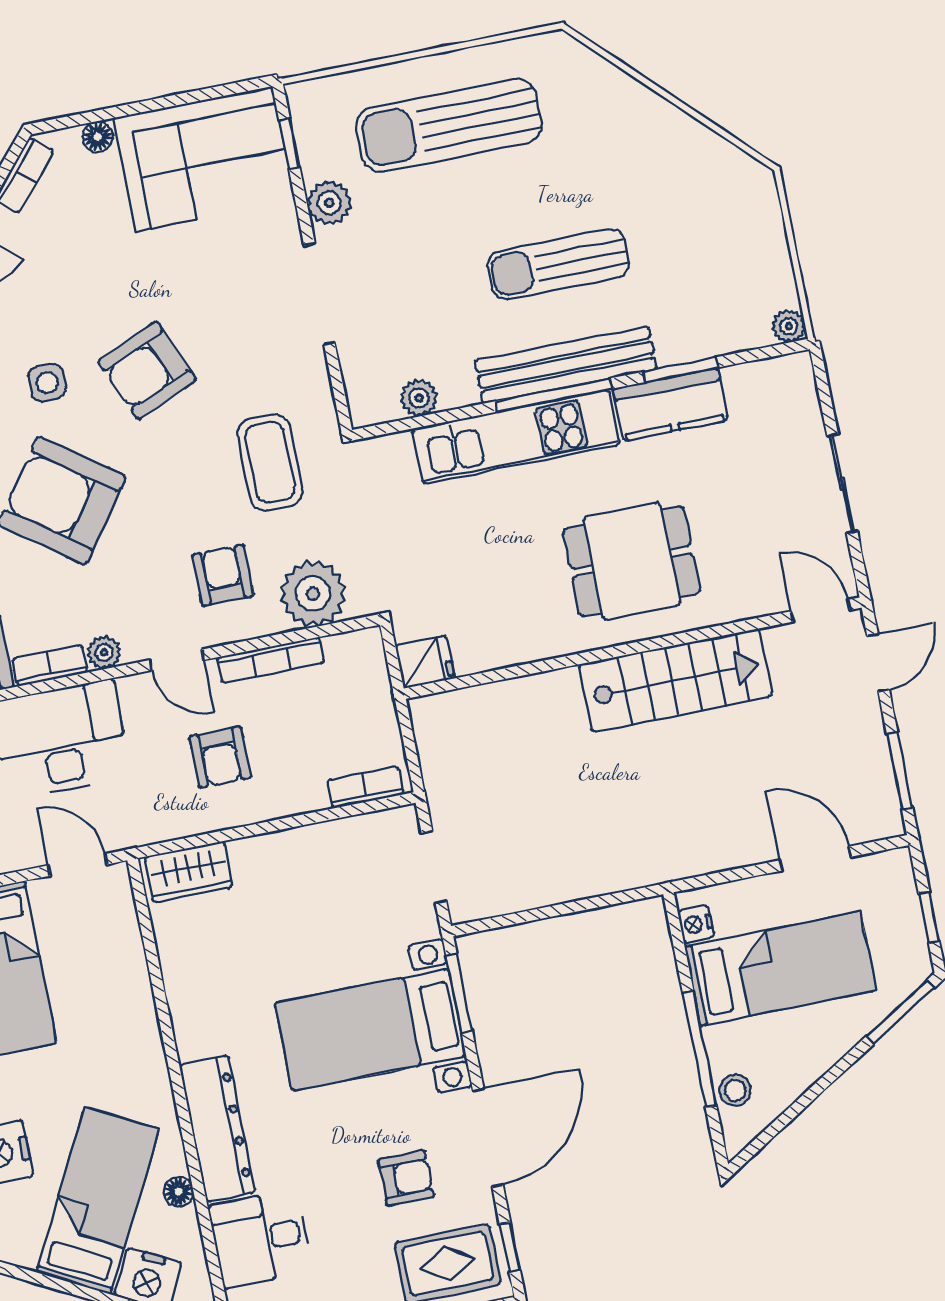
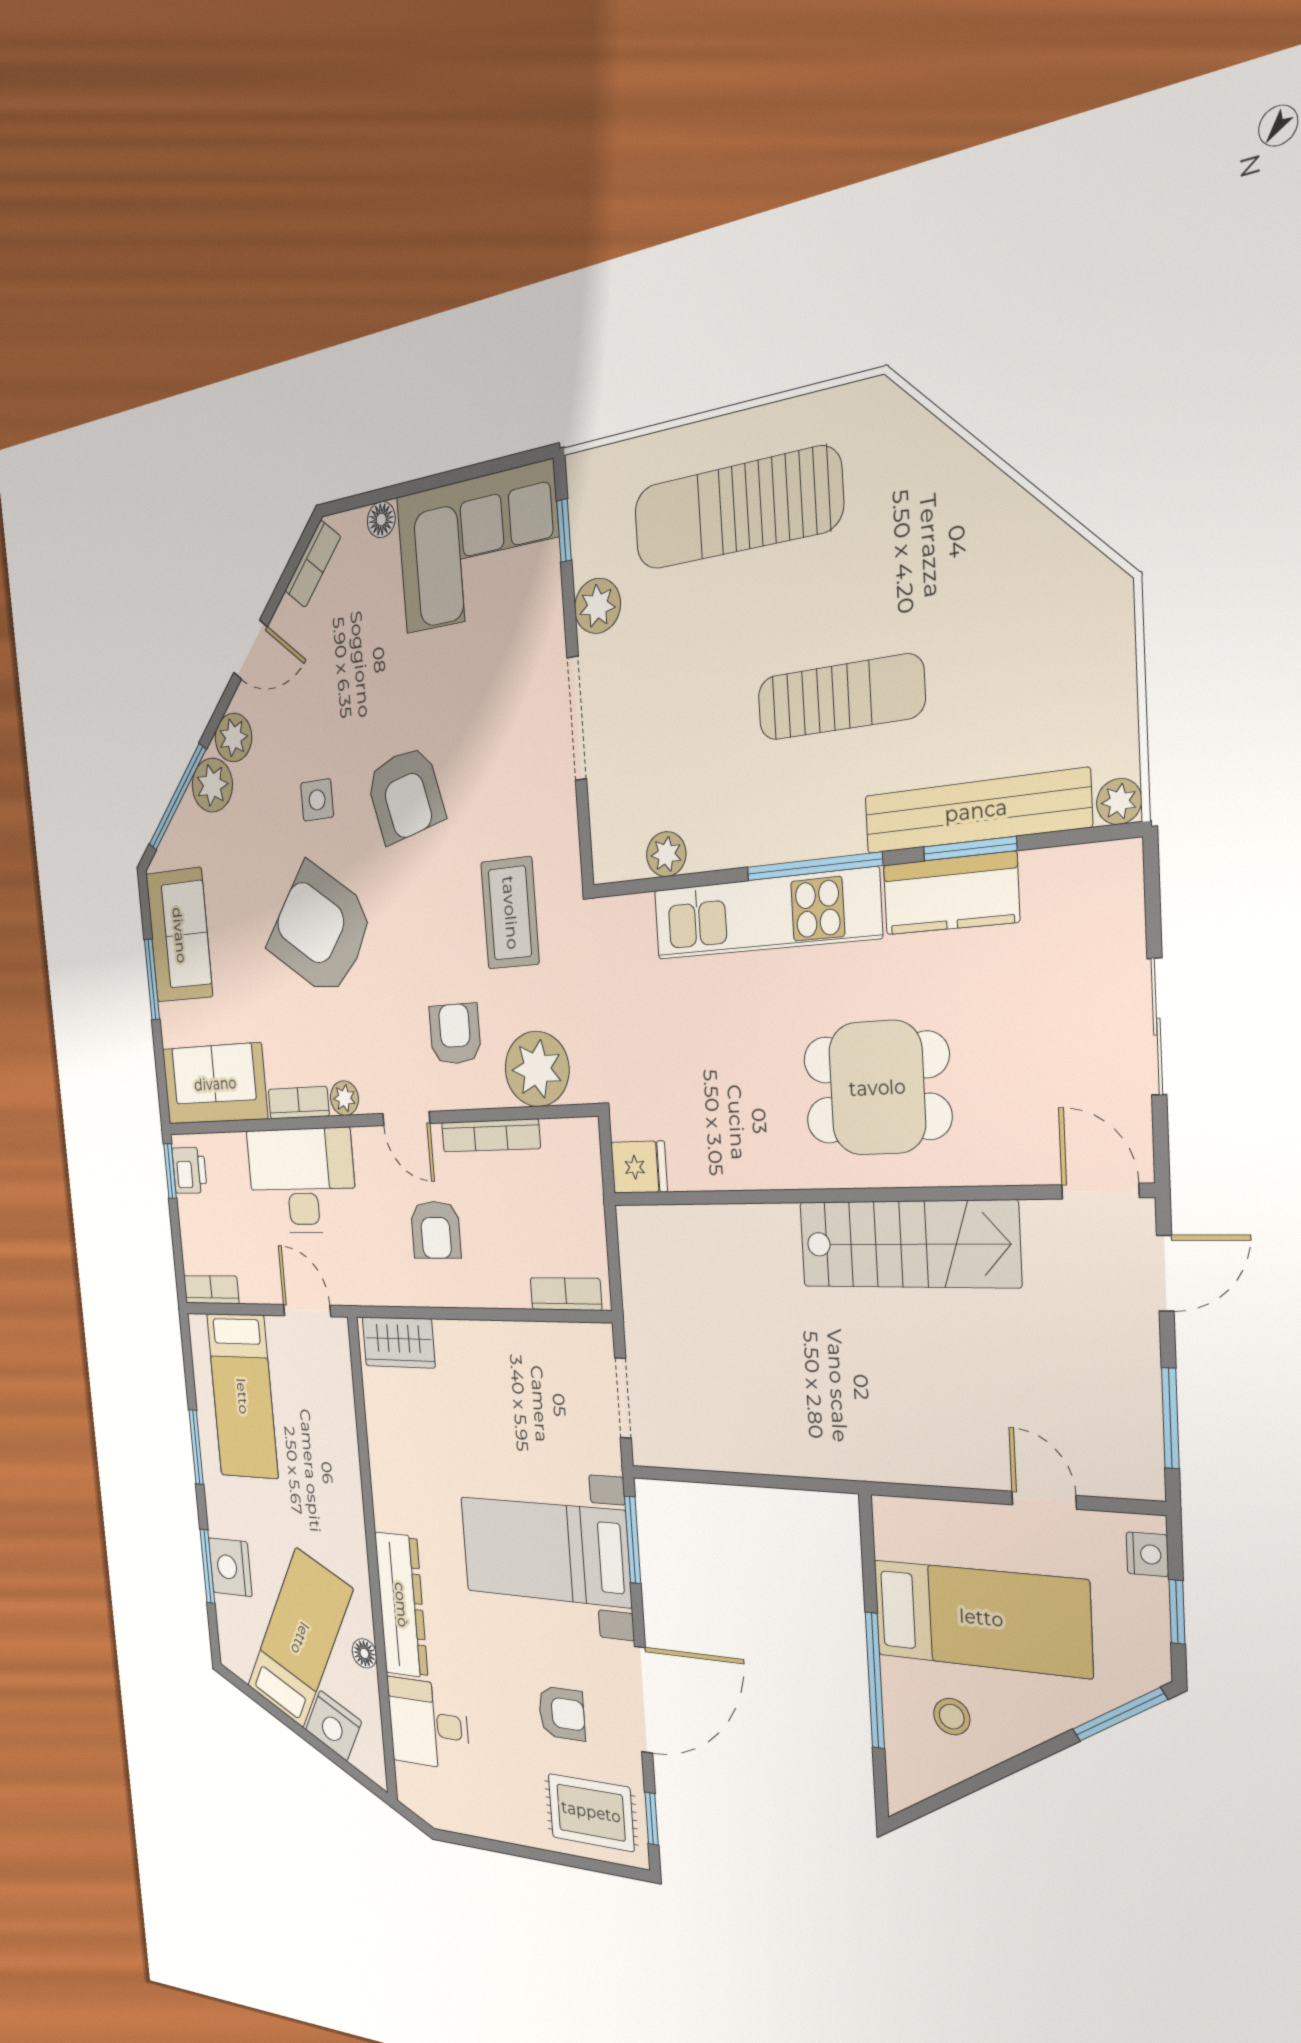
sun lounger: (558, 264) -> (840, 697), turned 180
bench: (566, 365) -> (976, 811), moved
armchair: (147, 370) -> (405, 795), turned -81
door: (815, 859) -> (1044, 1500), width x0.73
nightstand: (696, 924) -> (1147, 1554), moved, turned 180
stool: (735, 1090) -> (952, 1717), moved

